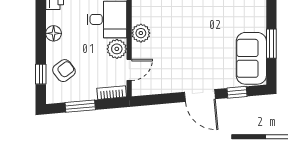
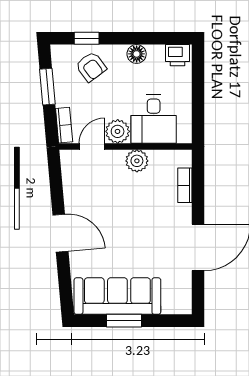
sofa: (251, 58) -> (117, 296), width x1.36
door: (129, 70) -> (92, 146), swing flipped
window: (237, 92) -> (64, 279), removed
door: (200, 96) -> (60, 233), swing flipped

